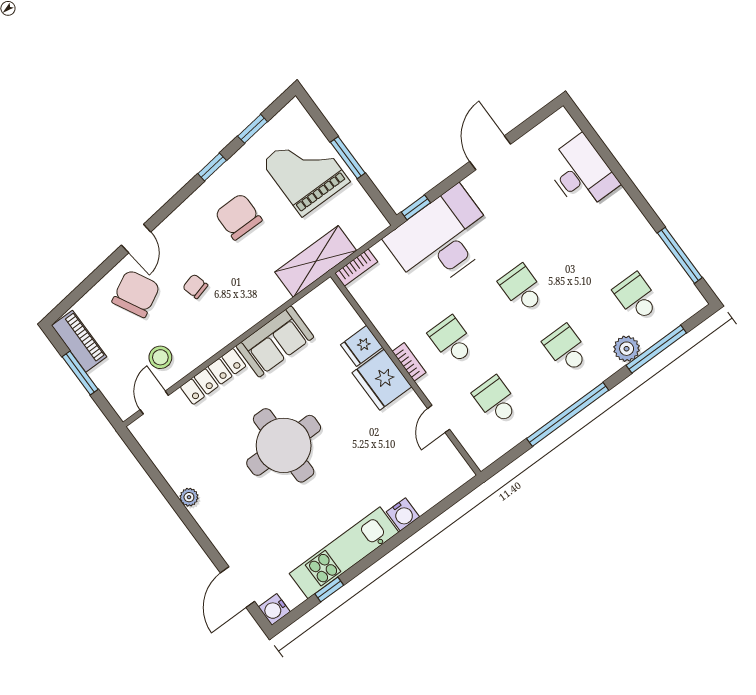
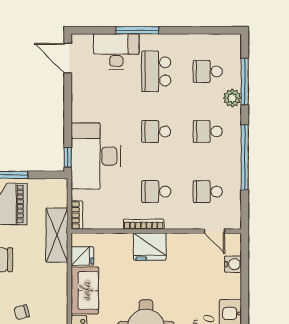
door: (490, 153) -> (68, 58), moved
school desk: (592, 237) -> (156, 71), added
window: (680, 255) -> (137, 30), moved
fridge: (362, 346) -> (82, 256), moved, turned -90
bookcase: (409, 362) -> (144, 224), width x1.56
door: (439, 419) -> (214, 231), moved
water cooler: (403, 514) -> (233, 264), moved

